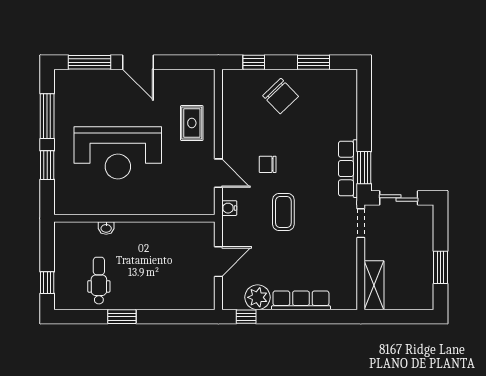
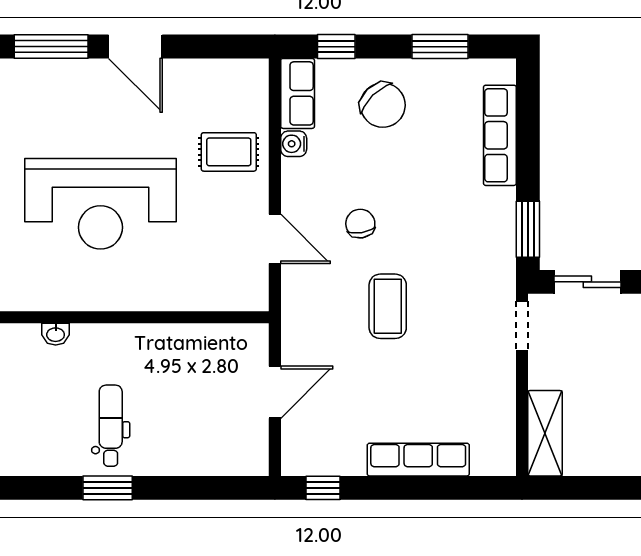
row of seats: (231, 89) -> (298, 93), added
rug: (192, 123) -> (229, 152), turned 90
chair: (268, 164) -> (360, 224), turned 81
row of seats: (348, 169) -> (500, 135), moved
water cooler: (229, 208) -> (294, 144), moved
washbasin: (106, 228) -> (56, 334), moved
dental chair: (99, 281) -> (111, 426), moved
plant: (258, 297) -> (343, 454), removed

